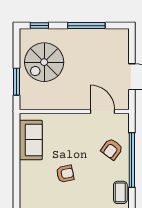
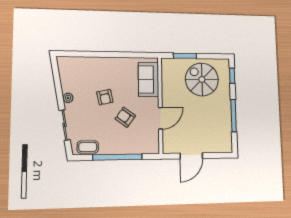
door: (102, 111) -> (160, 118), moved
sofa: (31, 140) -> (148, 79), moved, turned 90
armchair: (112, 149) -> (125, 117), moved

